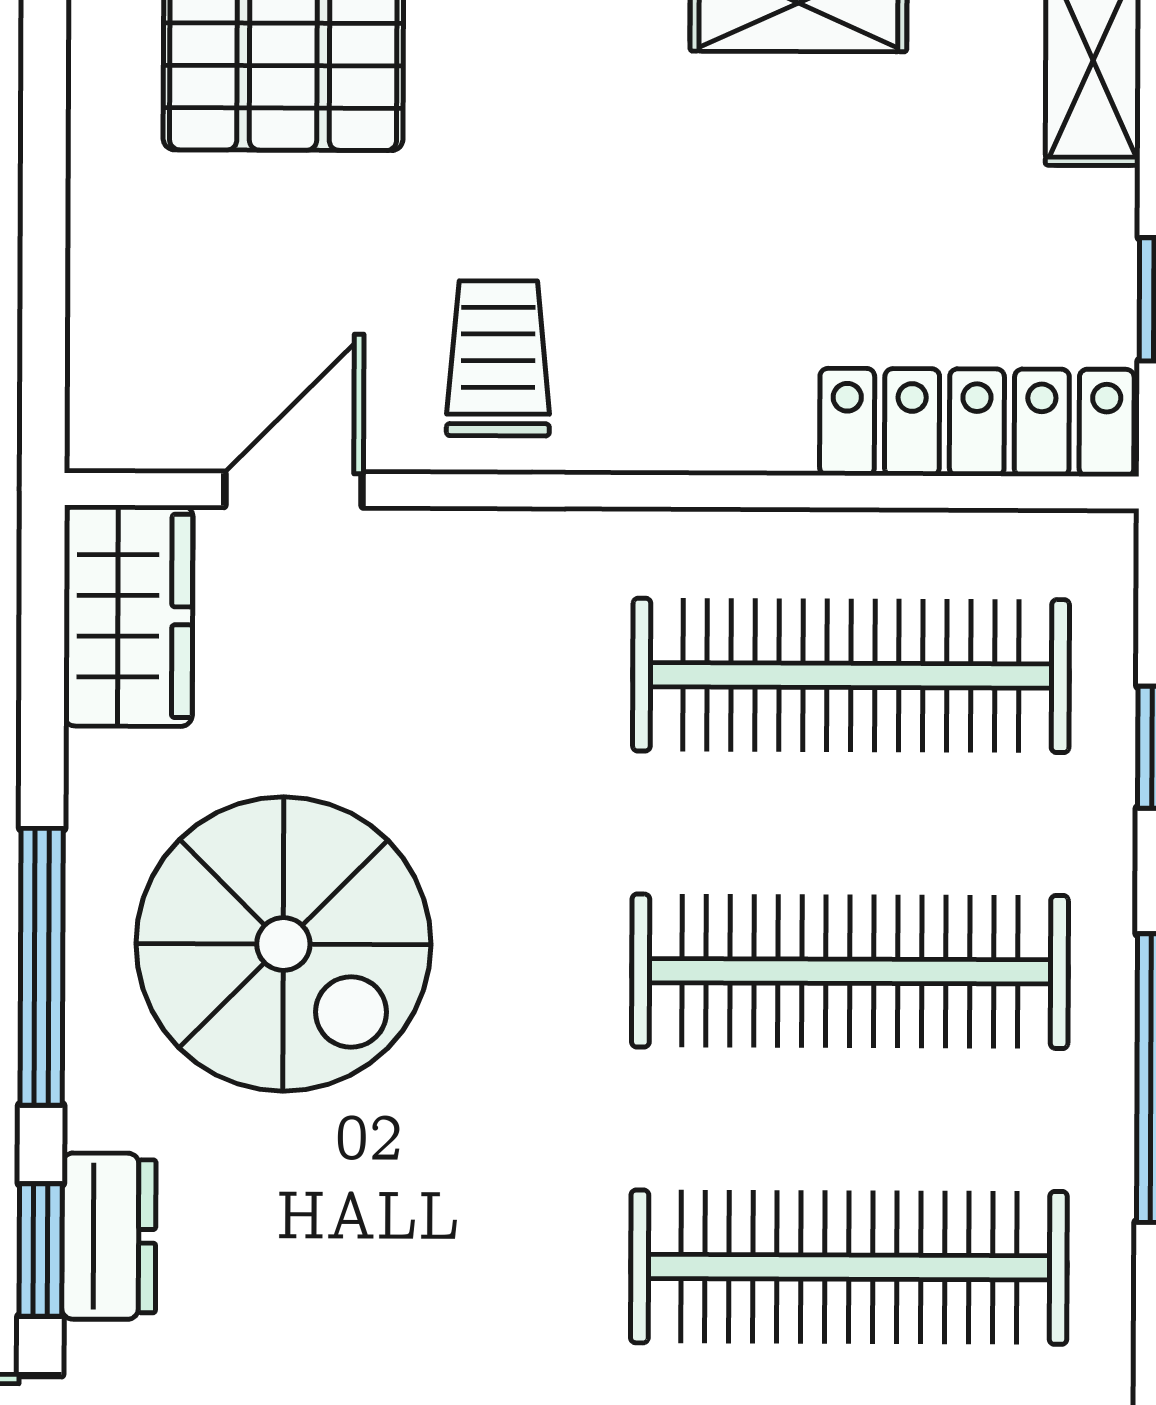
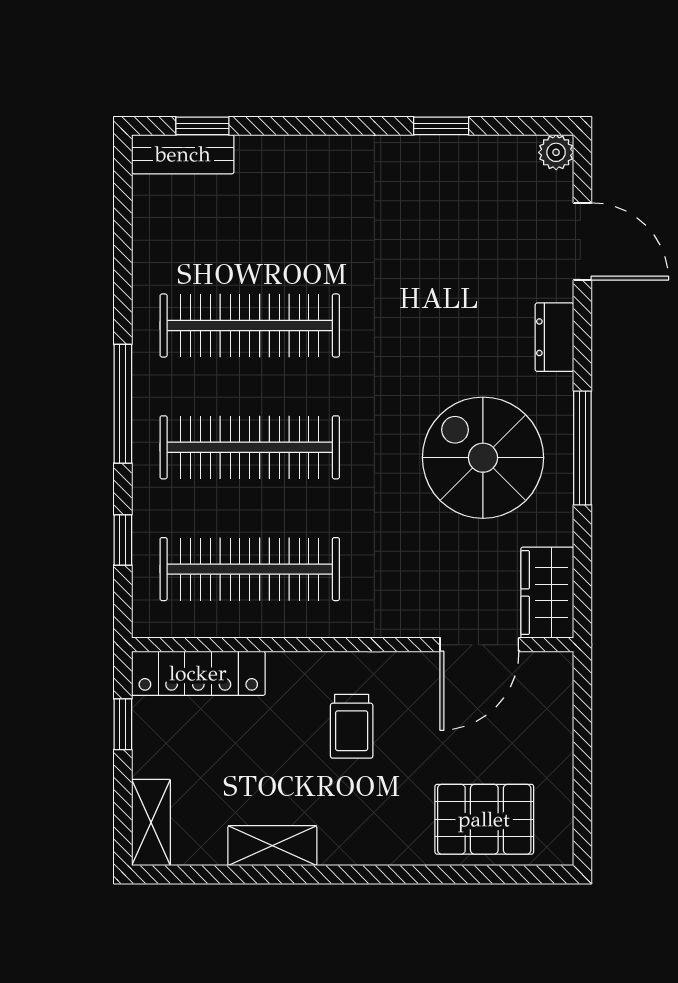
trolley: (498, 358) -> (352, 726), moved
door: (294, 490) -> (479, 645), width x1.37
window: (41, 1250) -> (582, 331), removed

